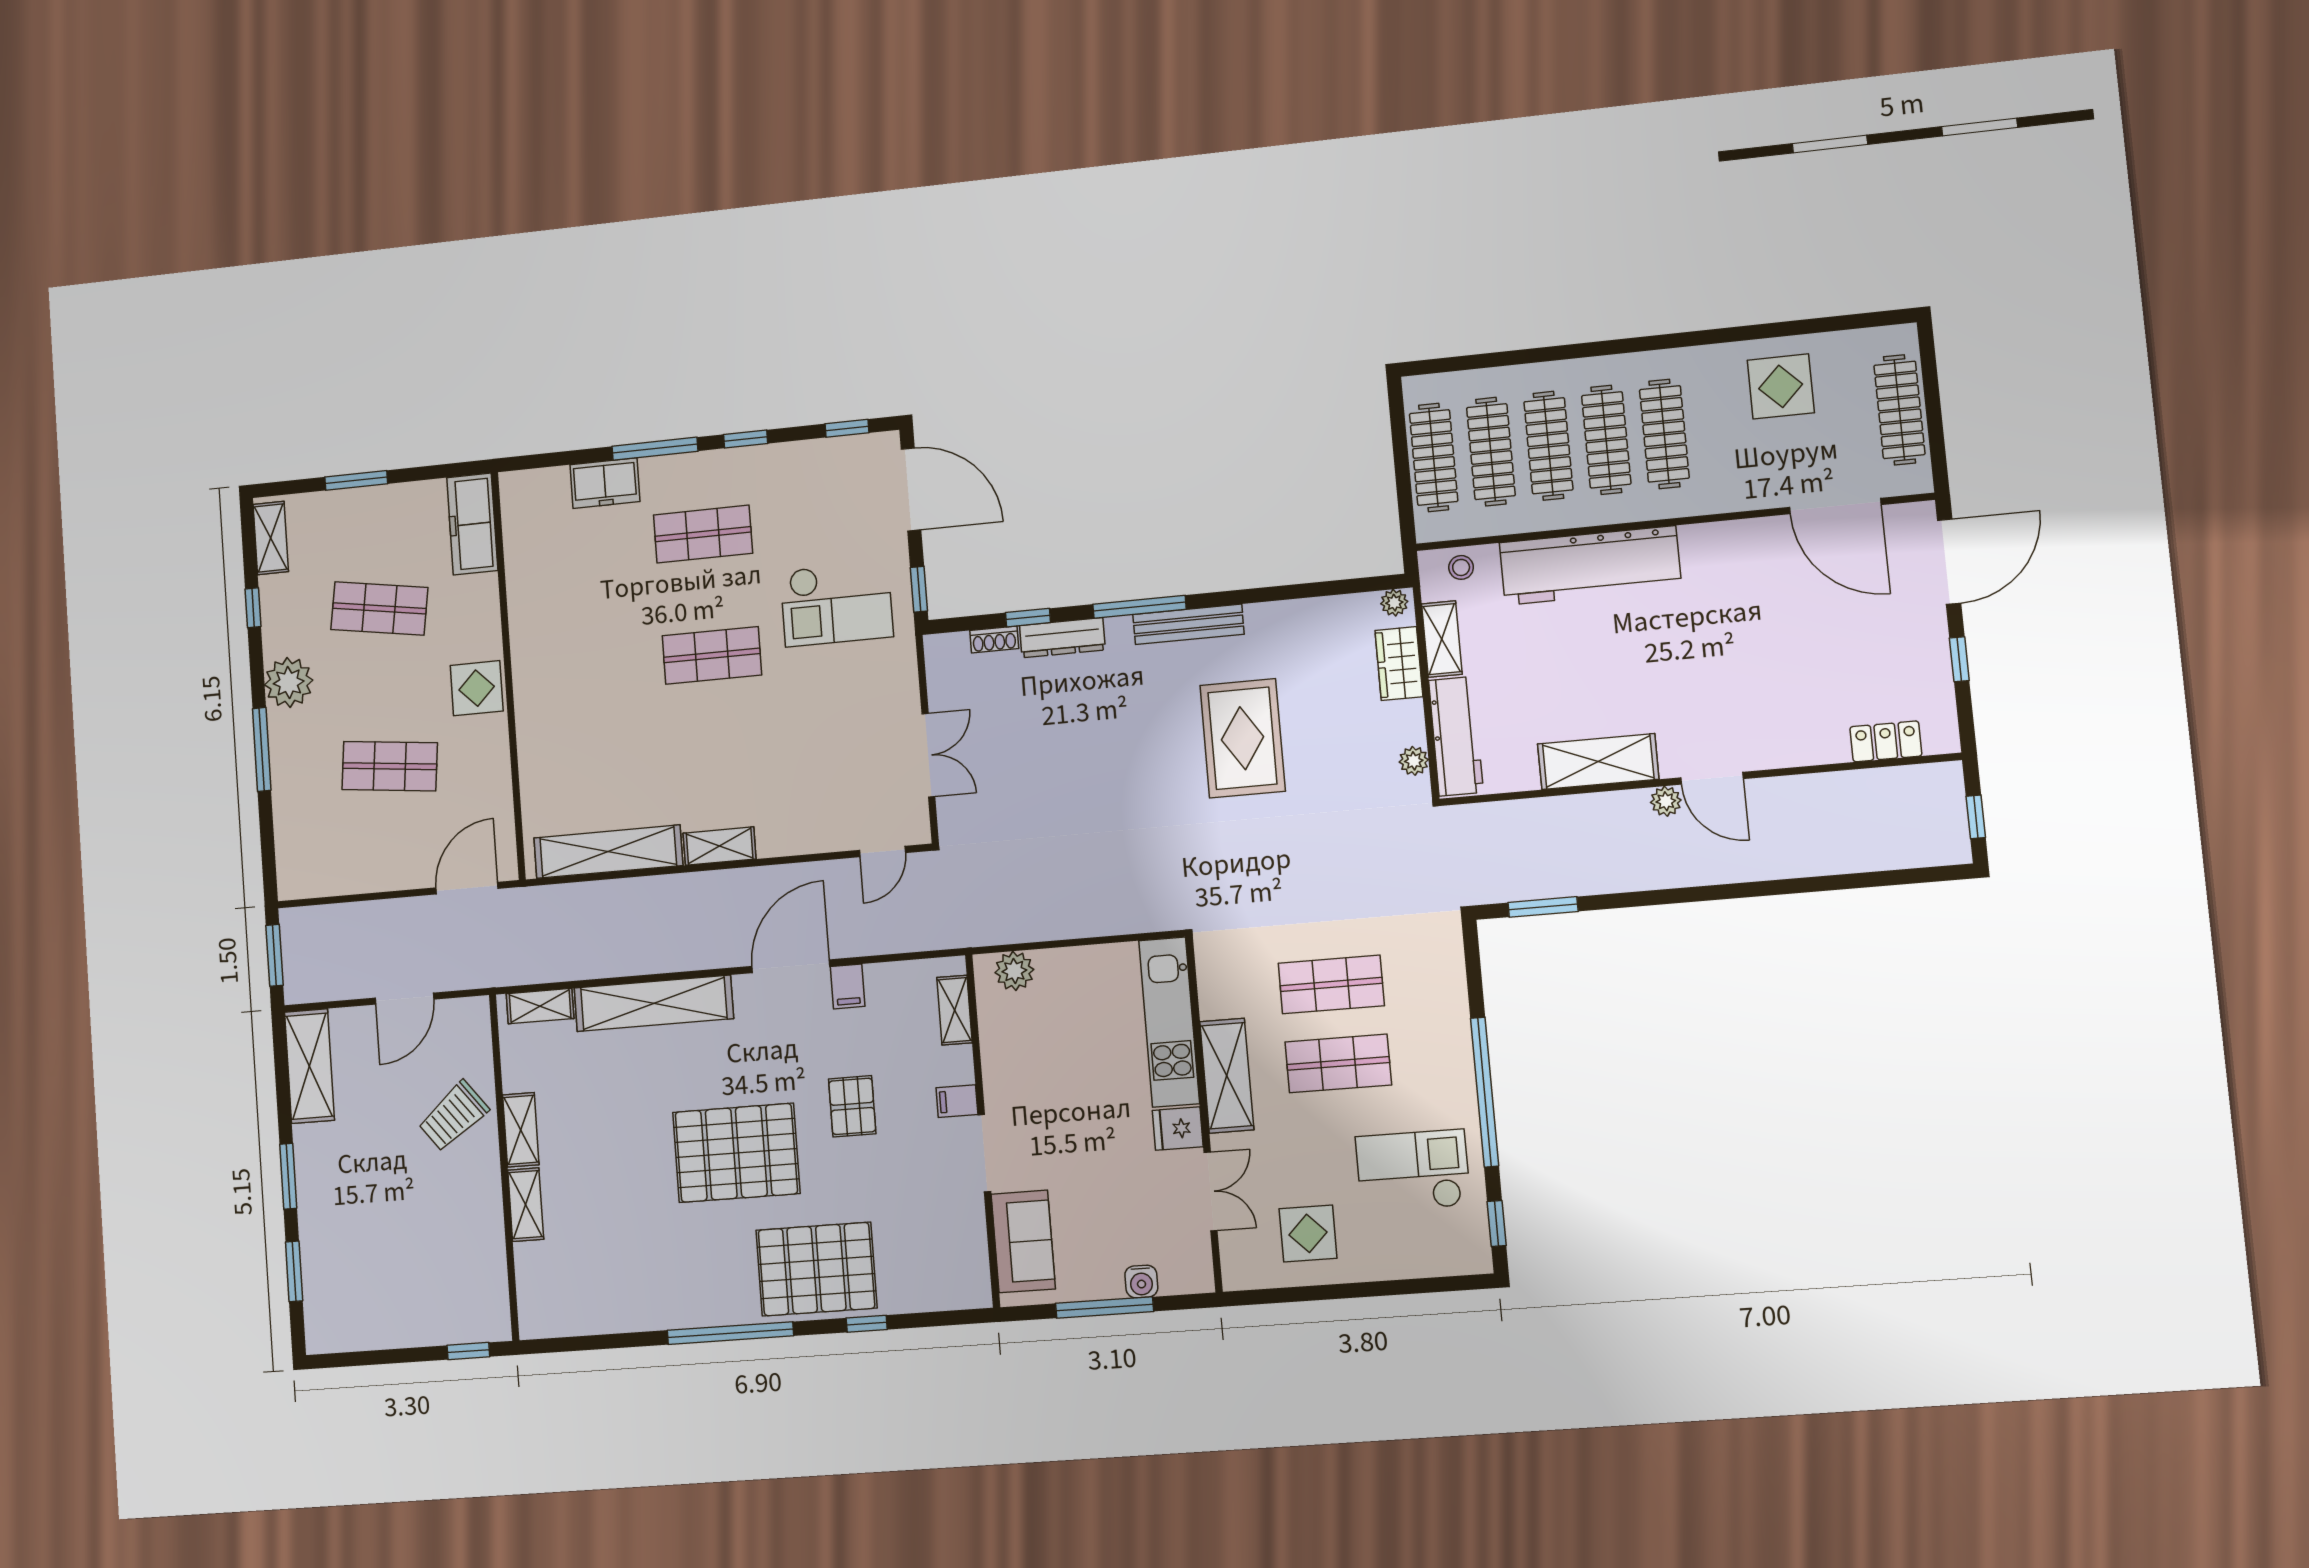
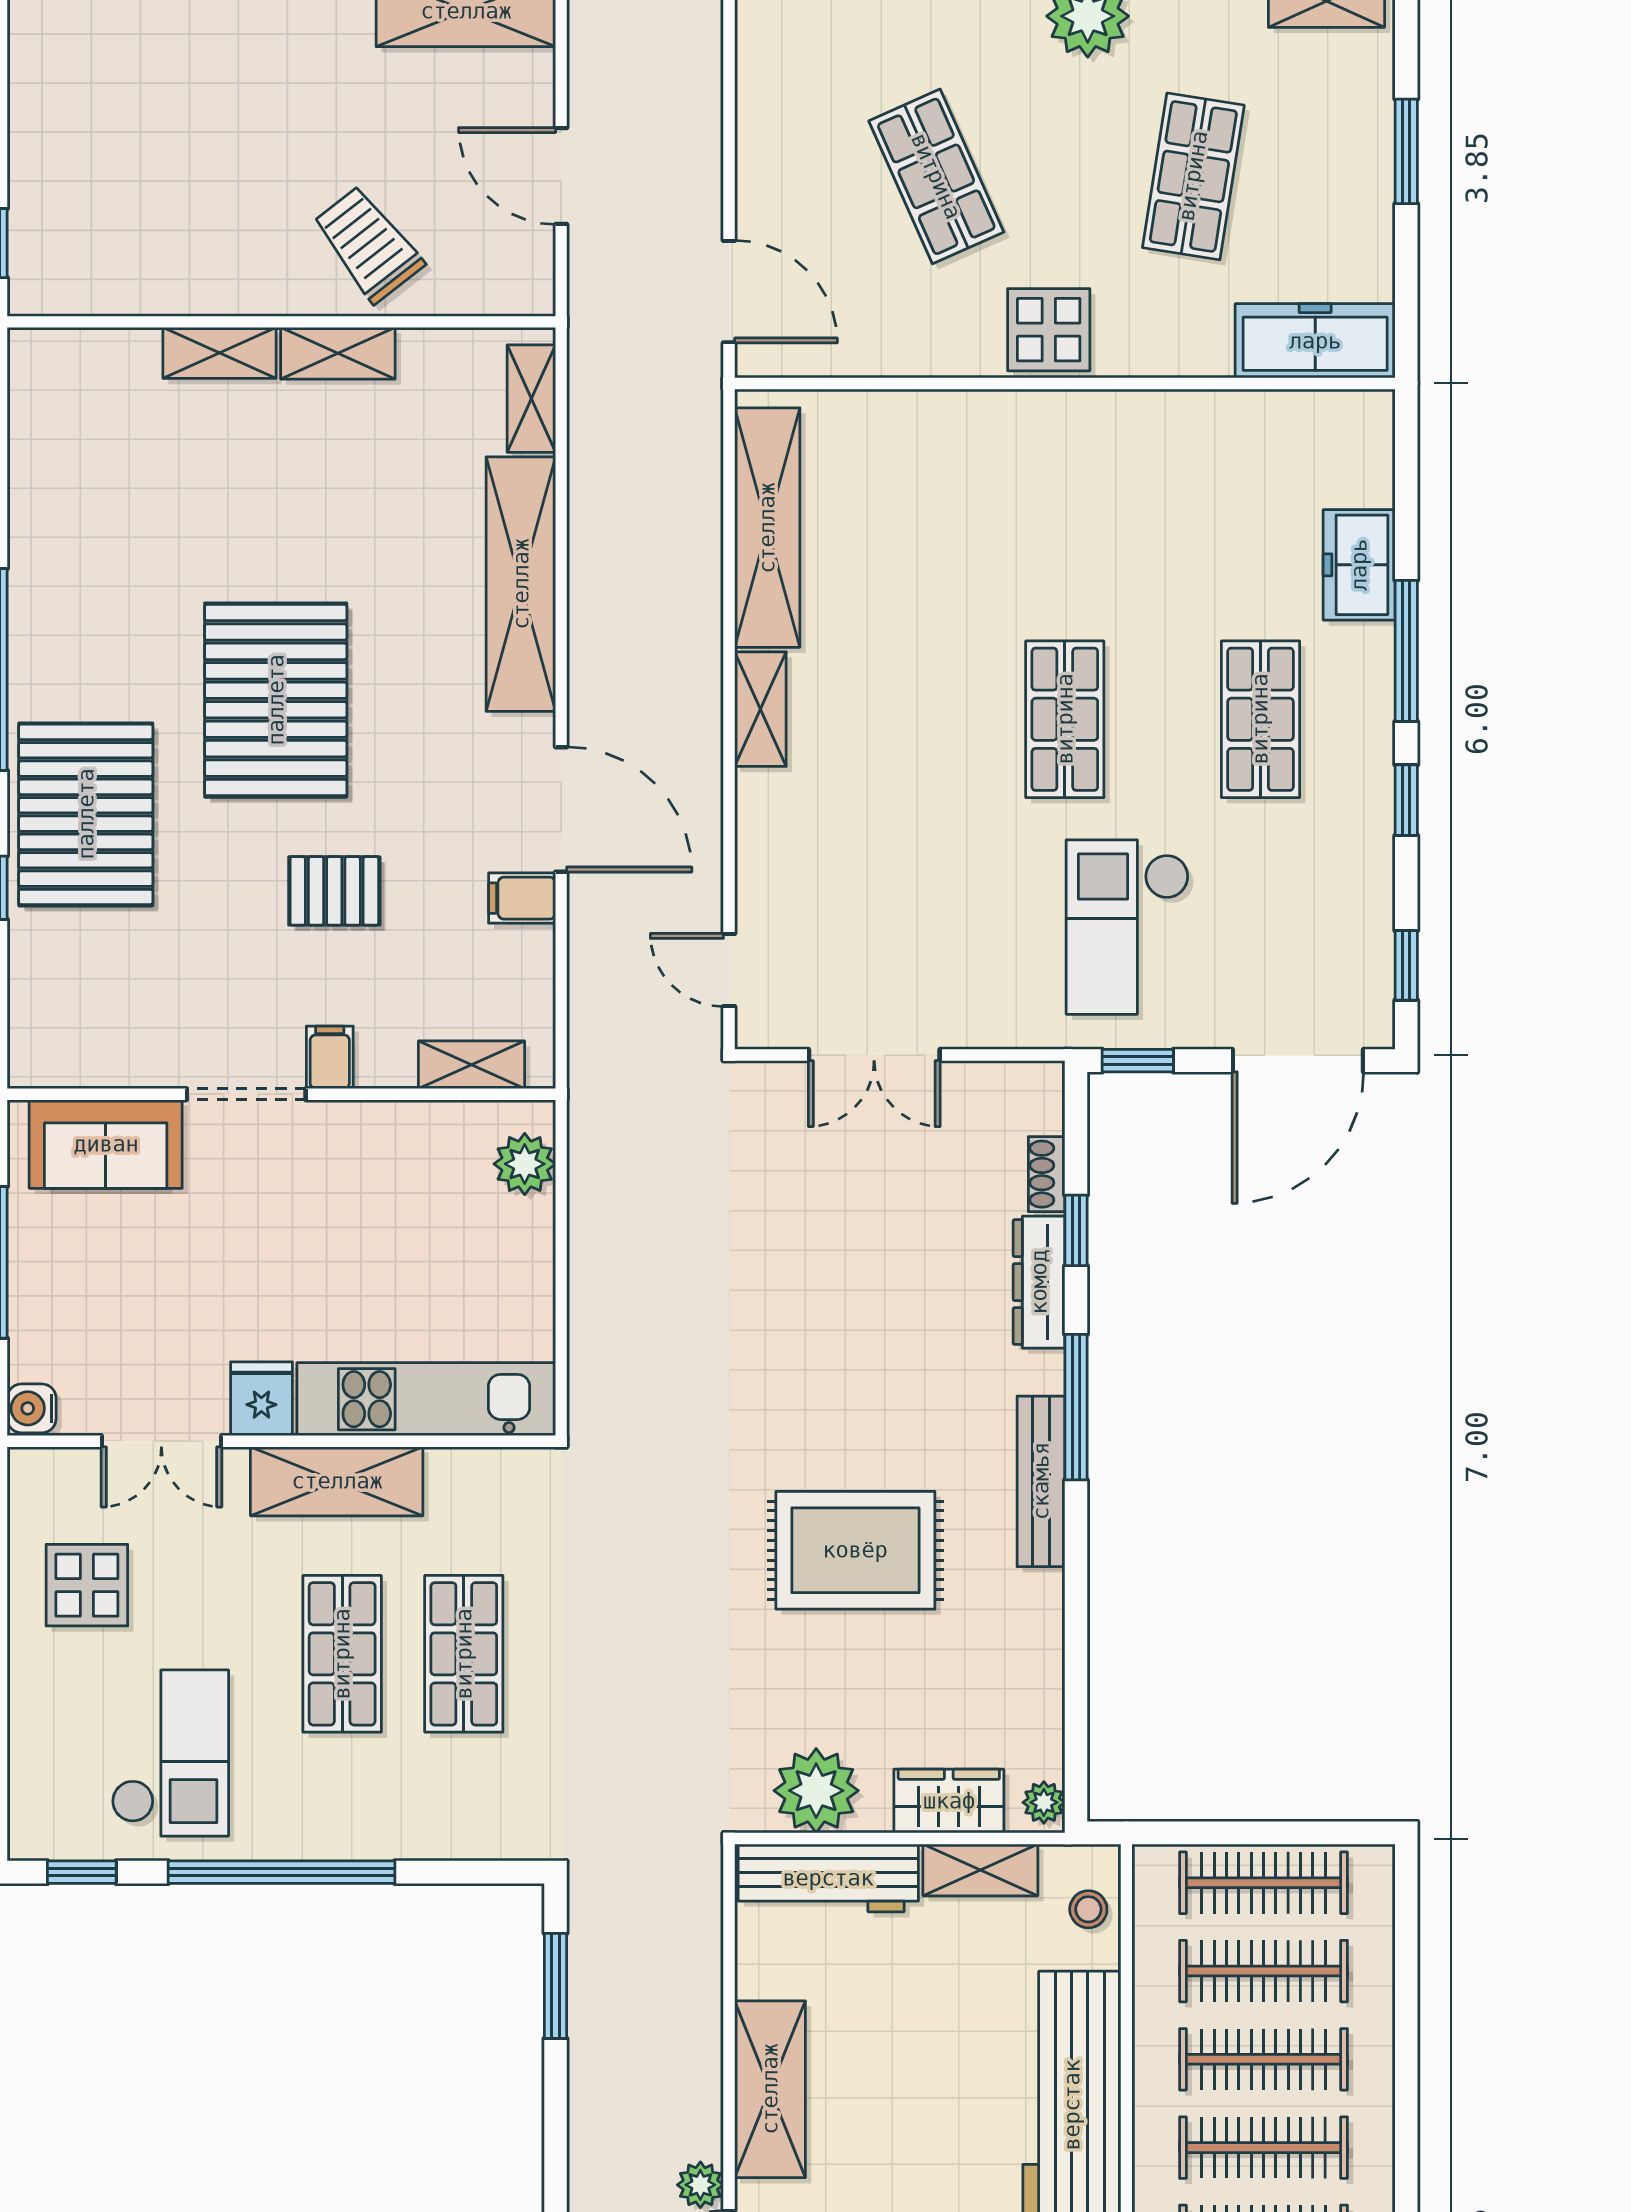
plant: (1414, 761) -> (816, 1791), width x1.87, depth x1.87
shop shelf: (390, 766) -> (936, 176), turned -30
water cooler: (1141, 1281) -> (32, 1408), moved

